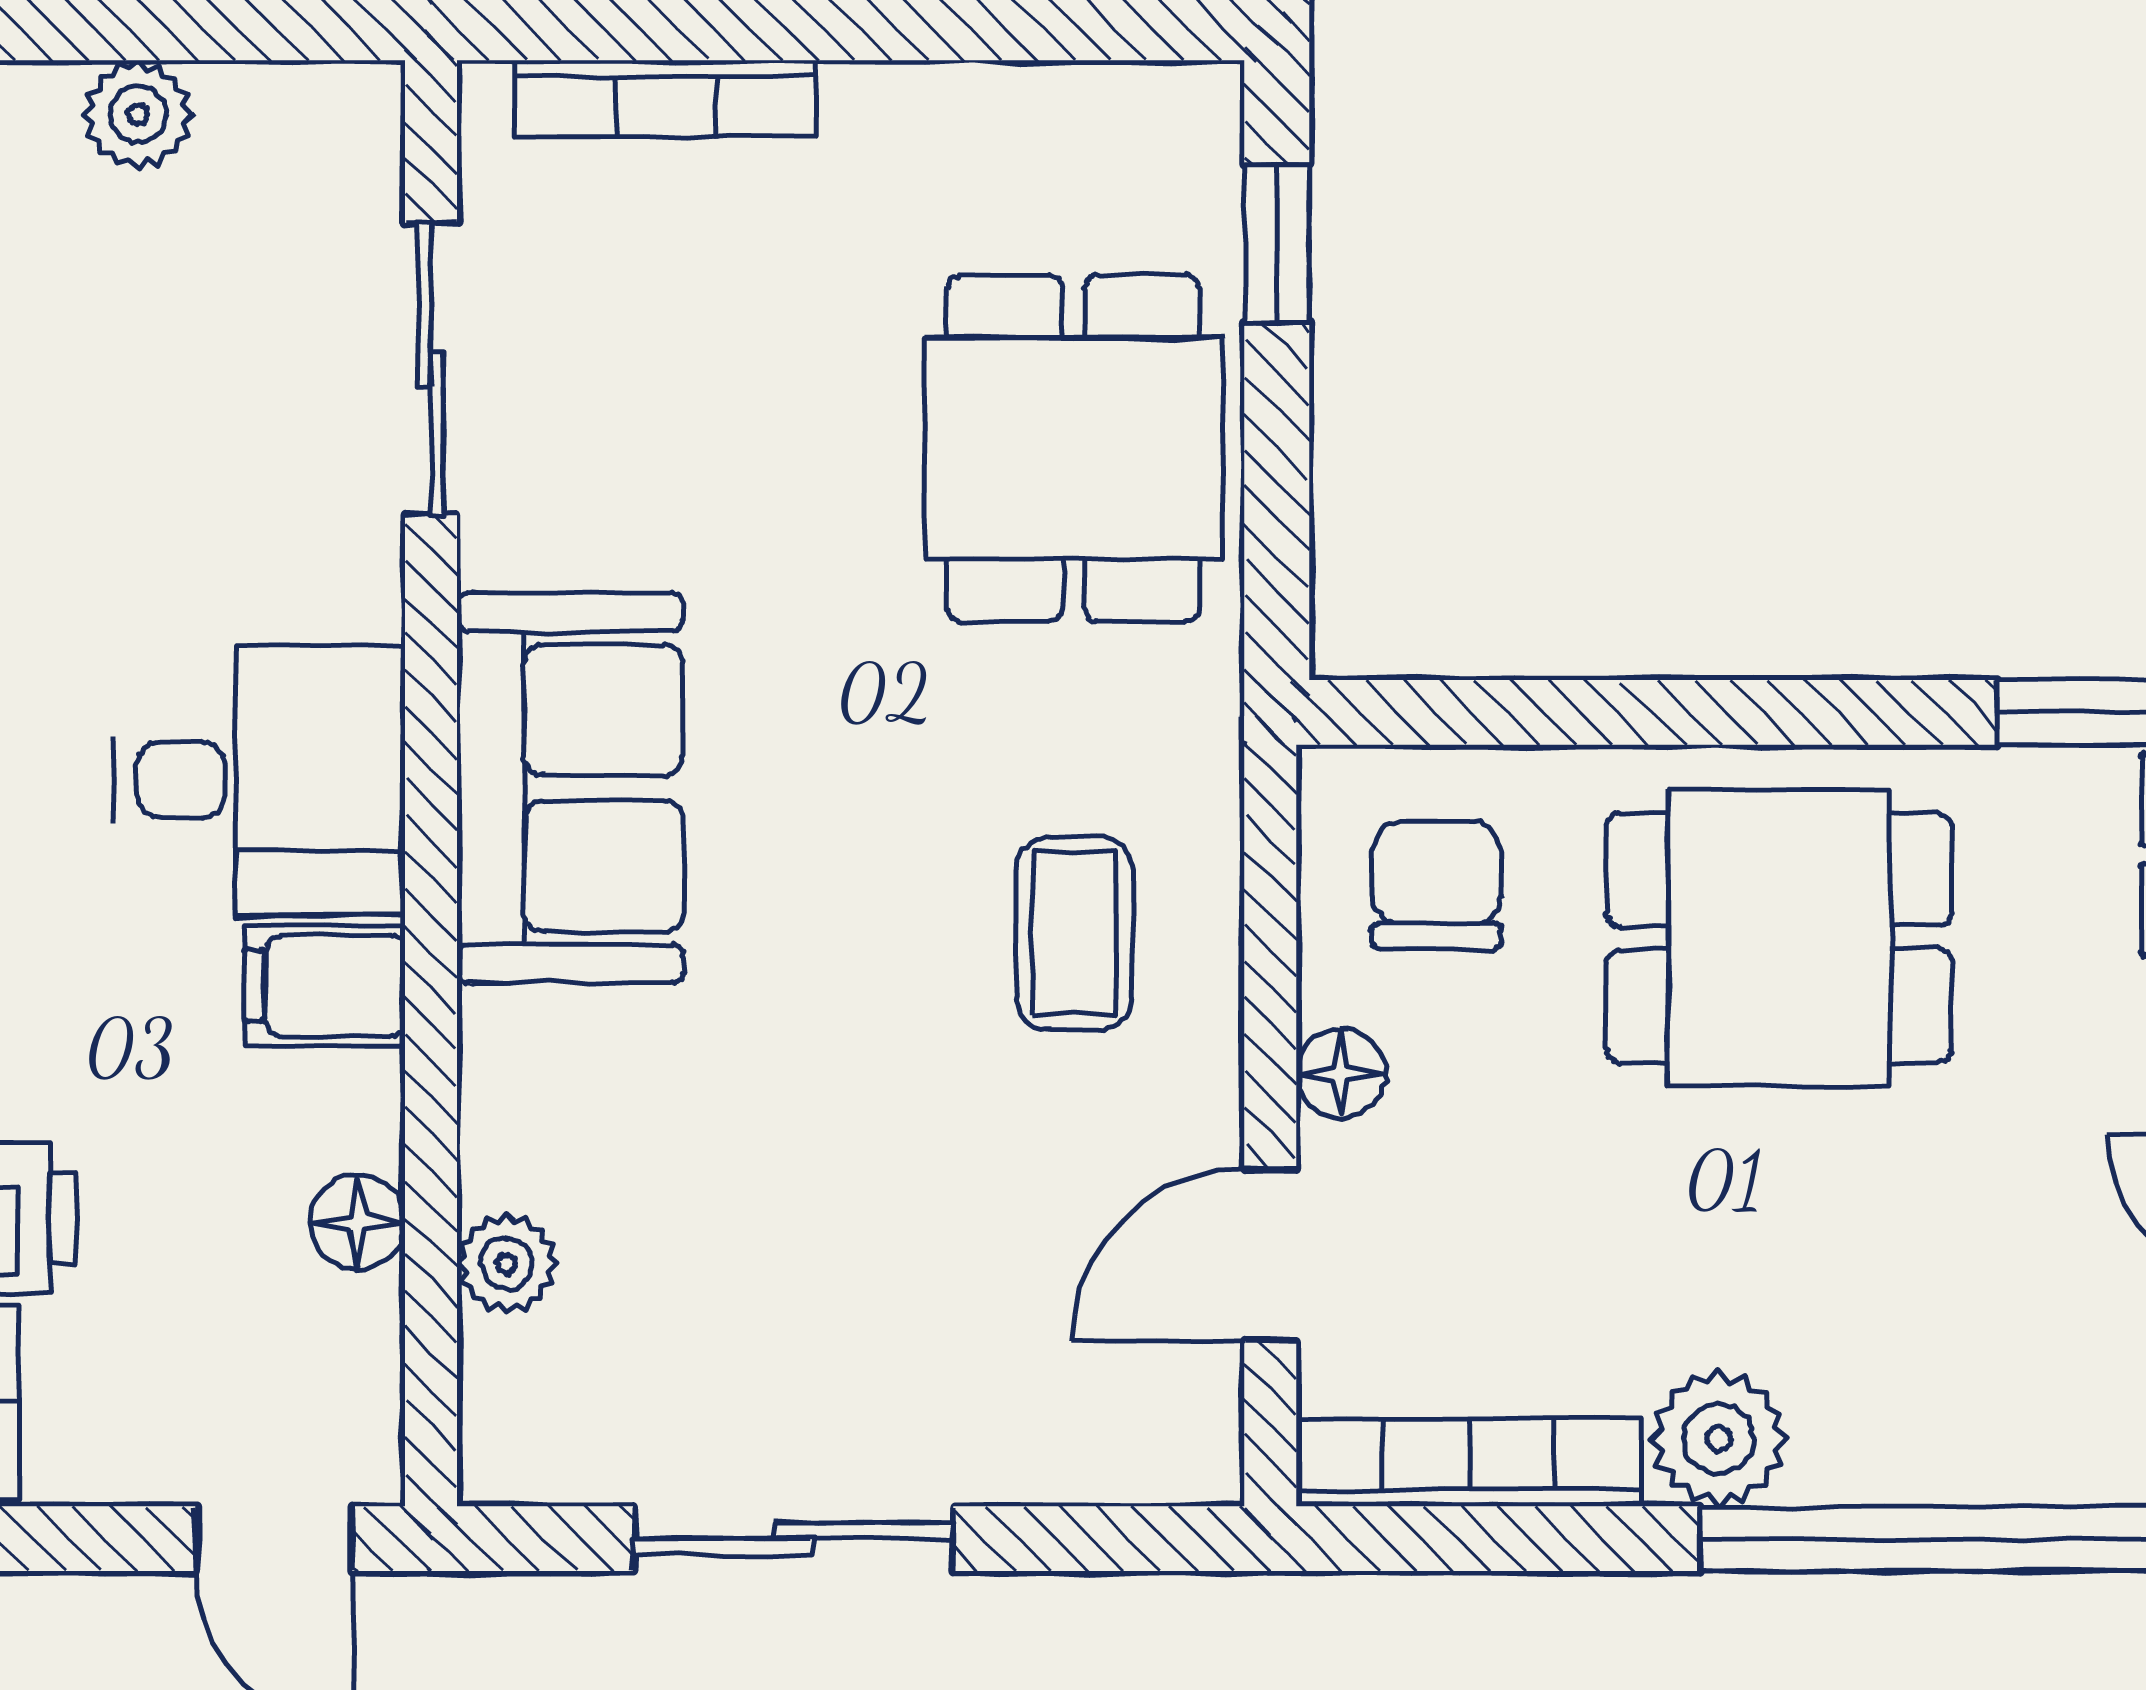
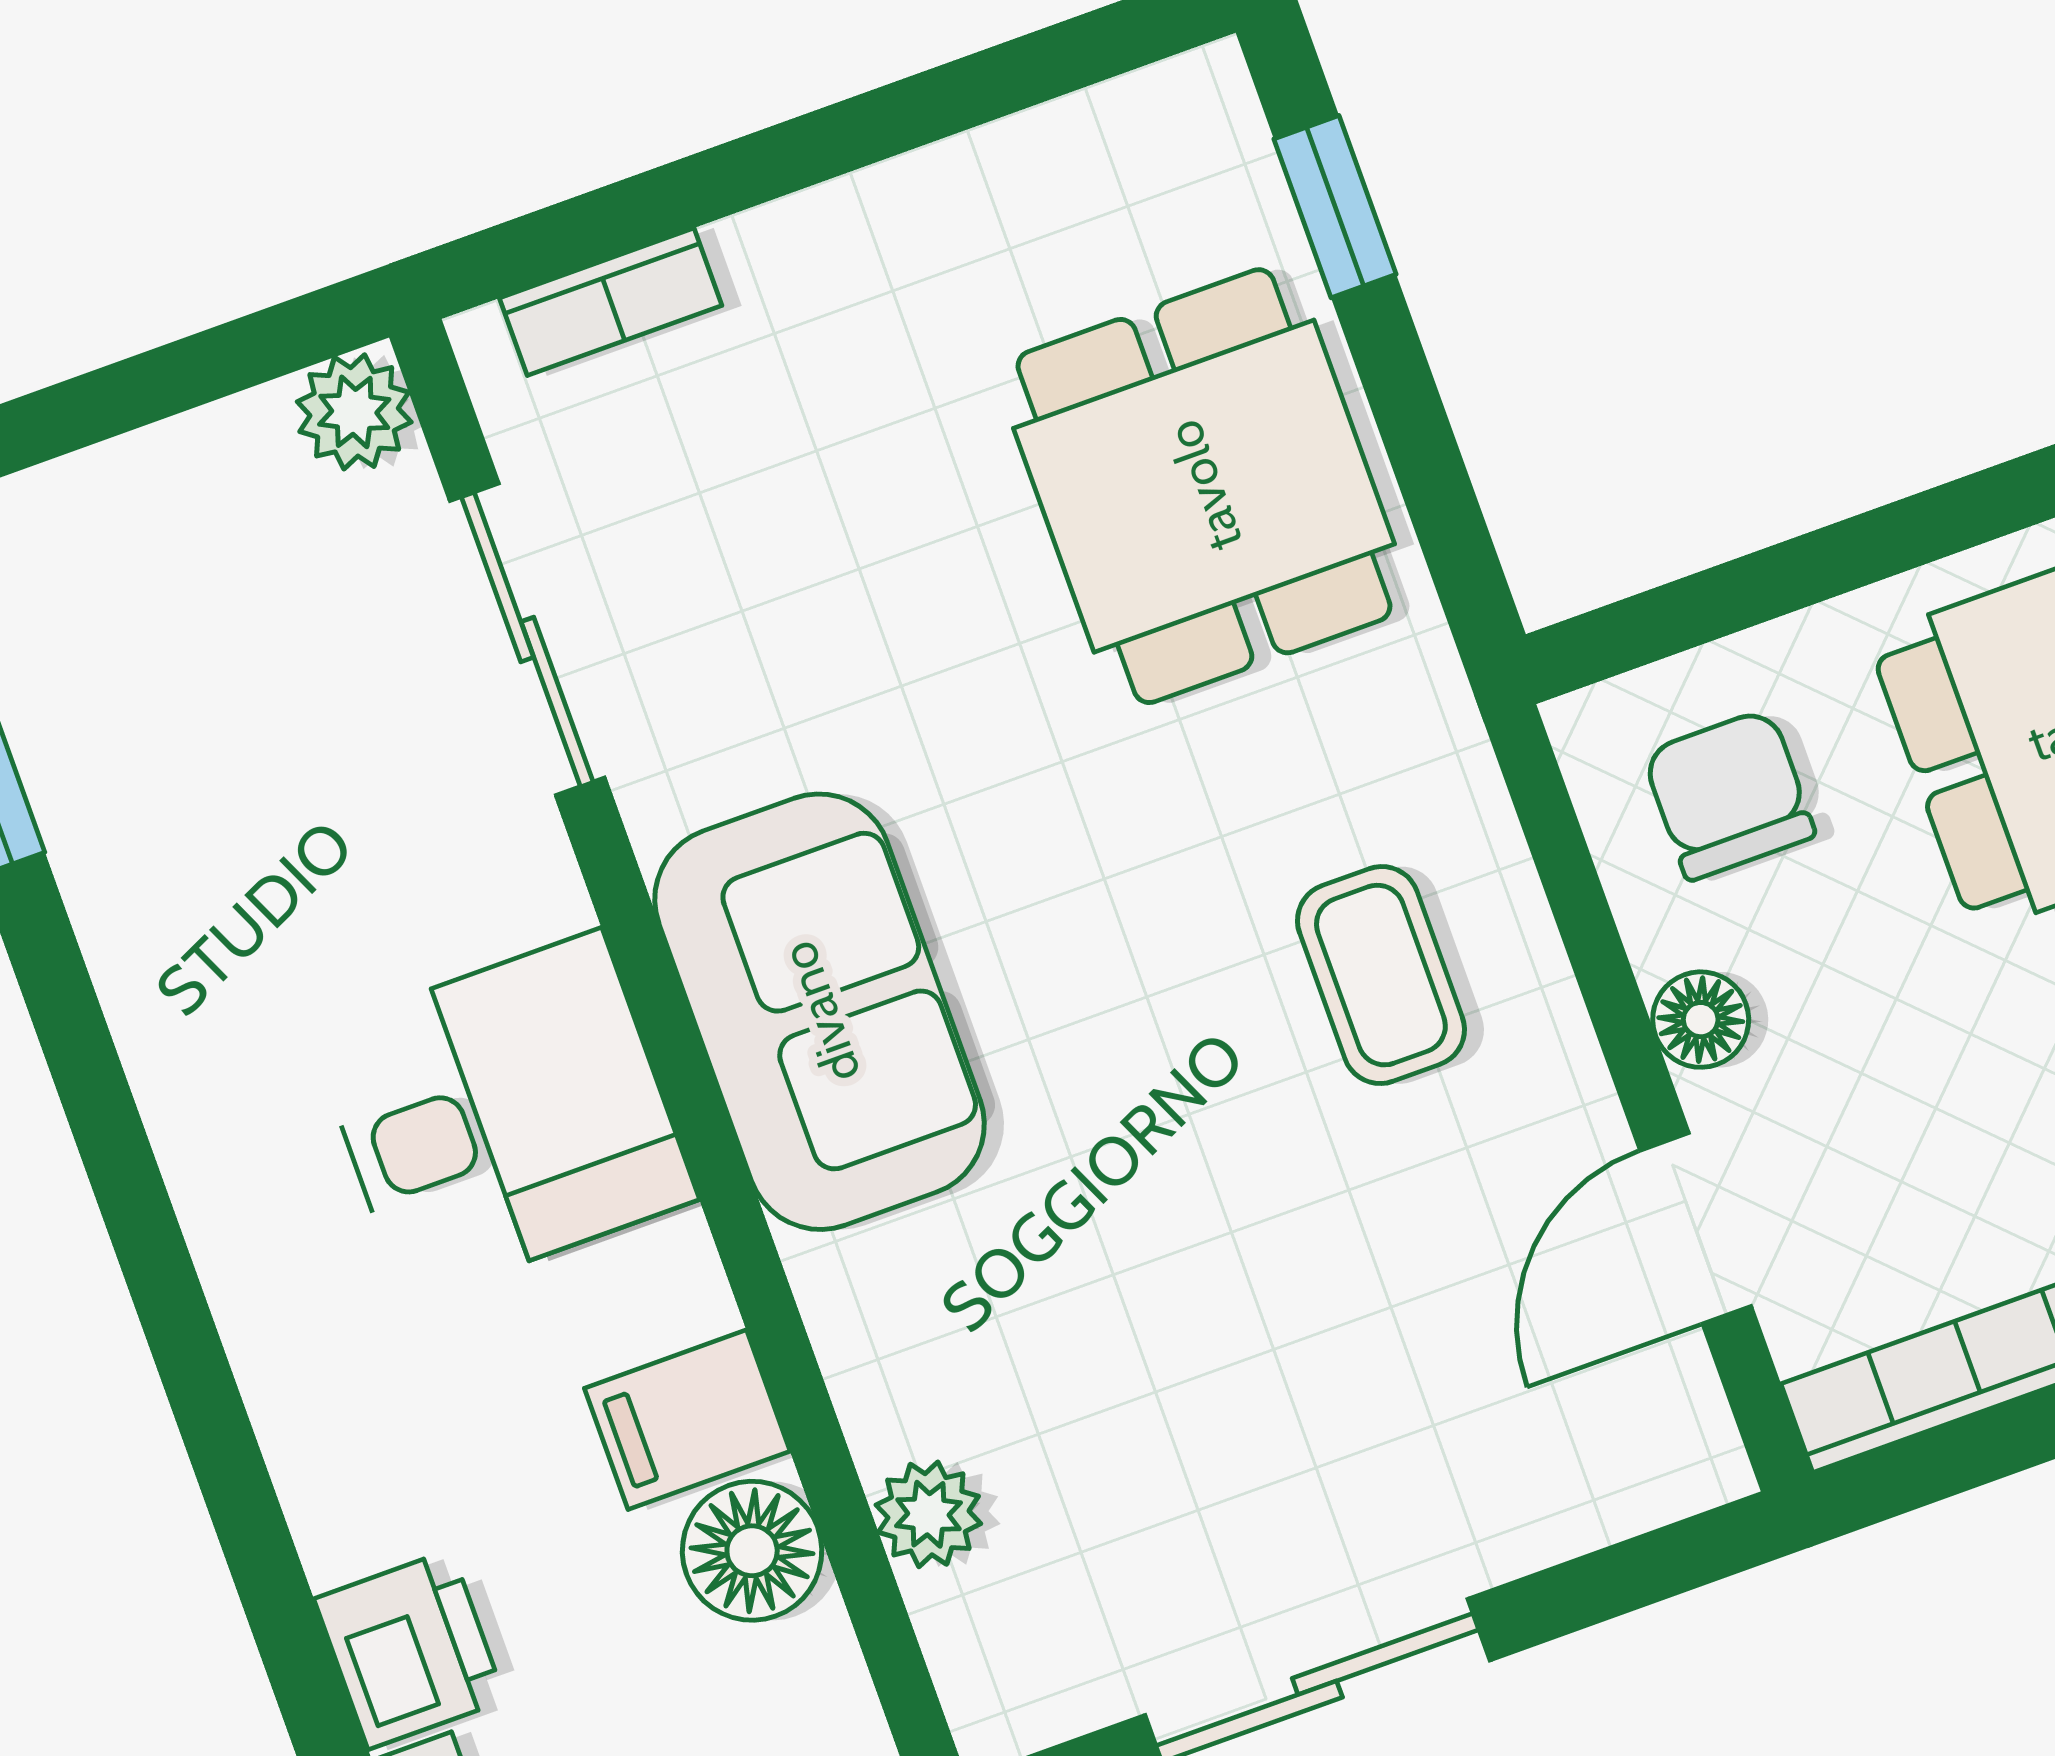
bookcase: (665, 99) -> (611, 302), width x0.64
plant: (138, 114) -> (354, 412), moved
filing cabinet: (325, 986) -> (687, 1420), moved
floor lamp: (358, 1222) -> (752, 1551), width x1.37, depth x1.37

